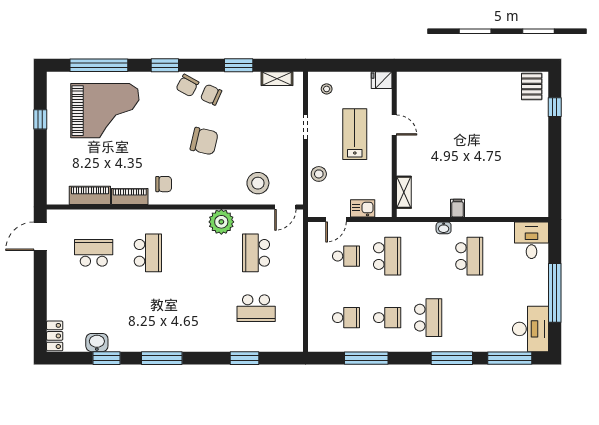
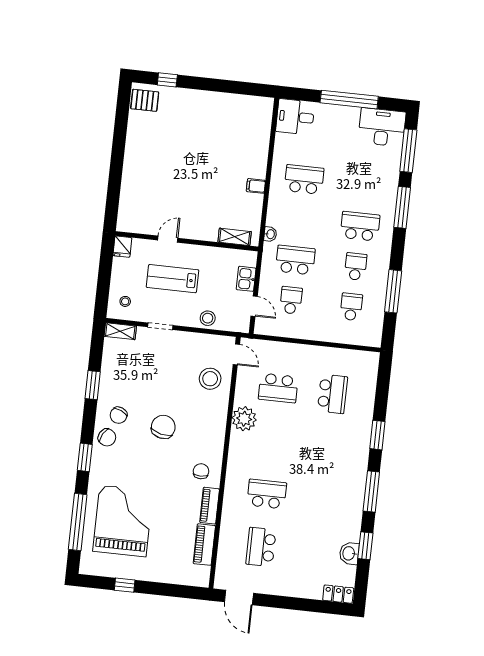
shelving: (277, 79) -> (120, 331), moved, turned 90
washbasin: (444, 228) -> (270, 234), moved
window: (245, 358) -> (377, 435), moved

